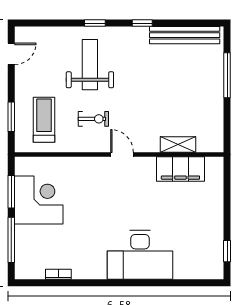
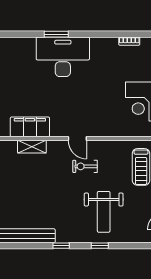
exercise bike: (93, 119) -> (85, 166), moved
window: (148, 283) -> (56, 34), added

